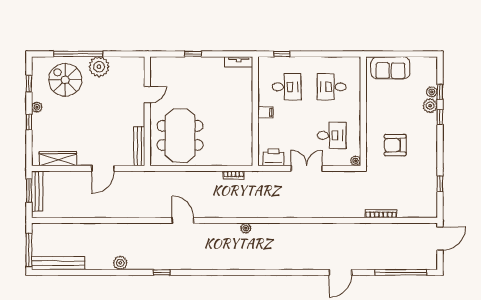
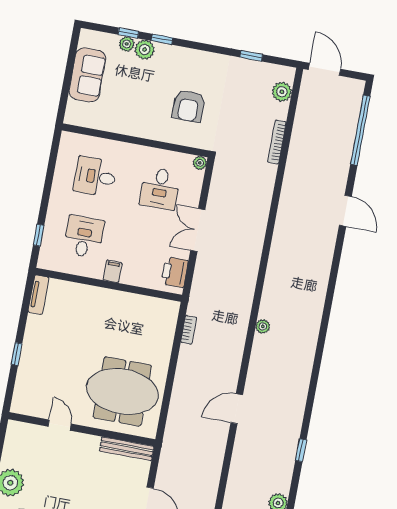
sofa: (390, 68) -> (87, 75), moved
desk: (332, 87) -> (95, 177), turned 90
desk: (332, 135) -> (160, 189), turned 180
plant: (418, 211) -> (282, 92), added

